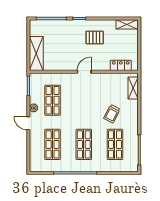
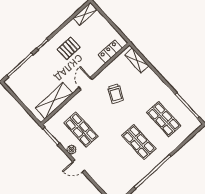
shelving: (36, 54) -> (54, 101), moved, turned 90
trolley: (112, 114) -> (115, 94), moved
shop shelf: (53, 144) -> (114, 165), removed

